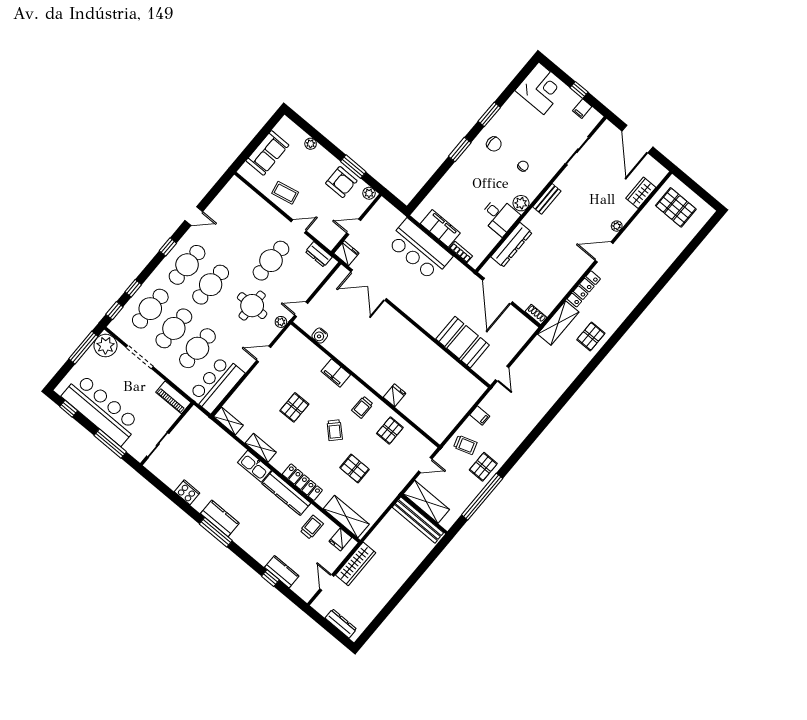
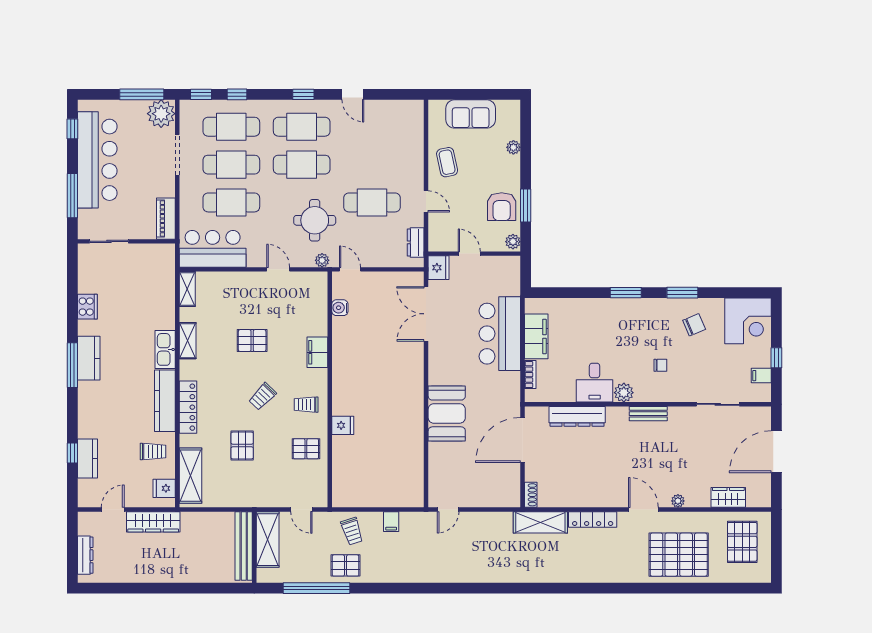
chair: (494, 144) -> (694, 325), moved, turned -113
pallet: (591, 336) -> (679, 555), moved, width x2.05, depth x2.00
booth: (463, 342) -> (447, 413), moved

